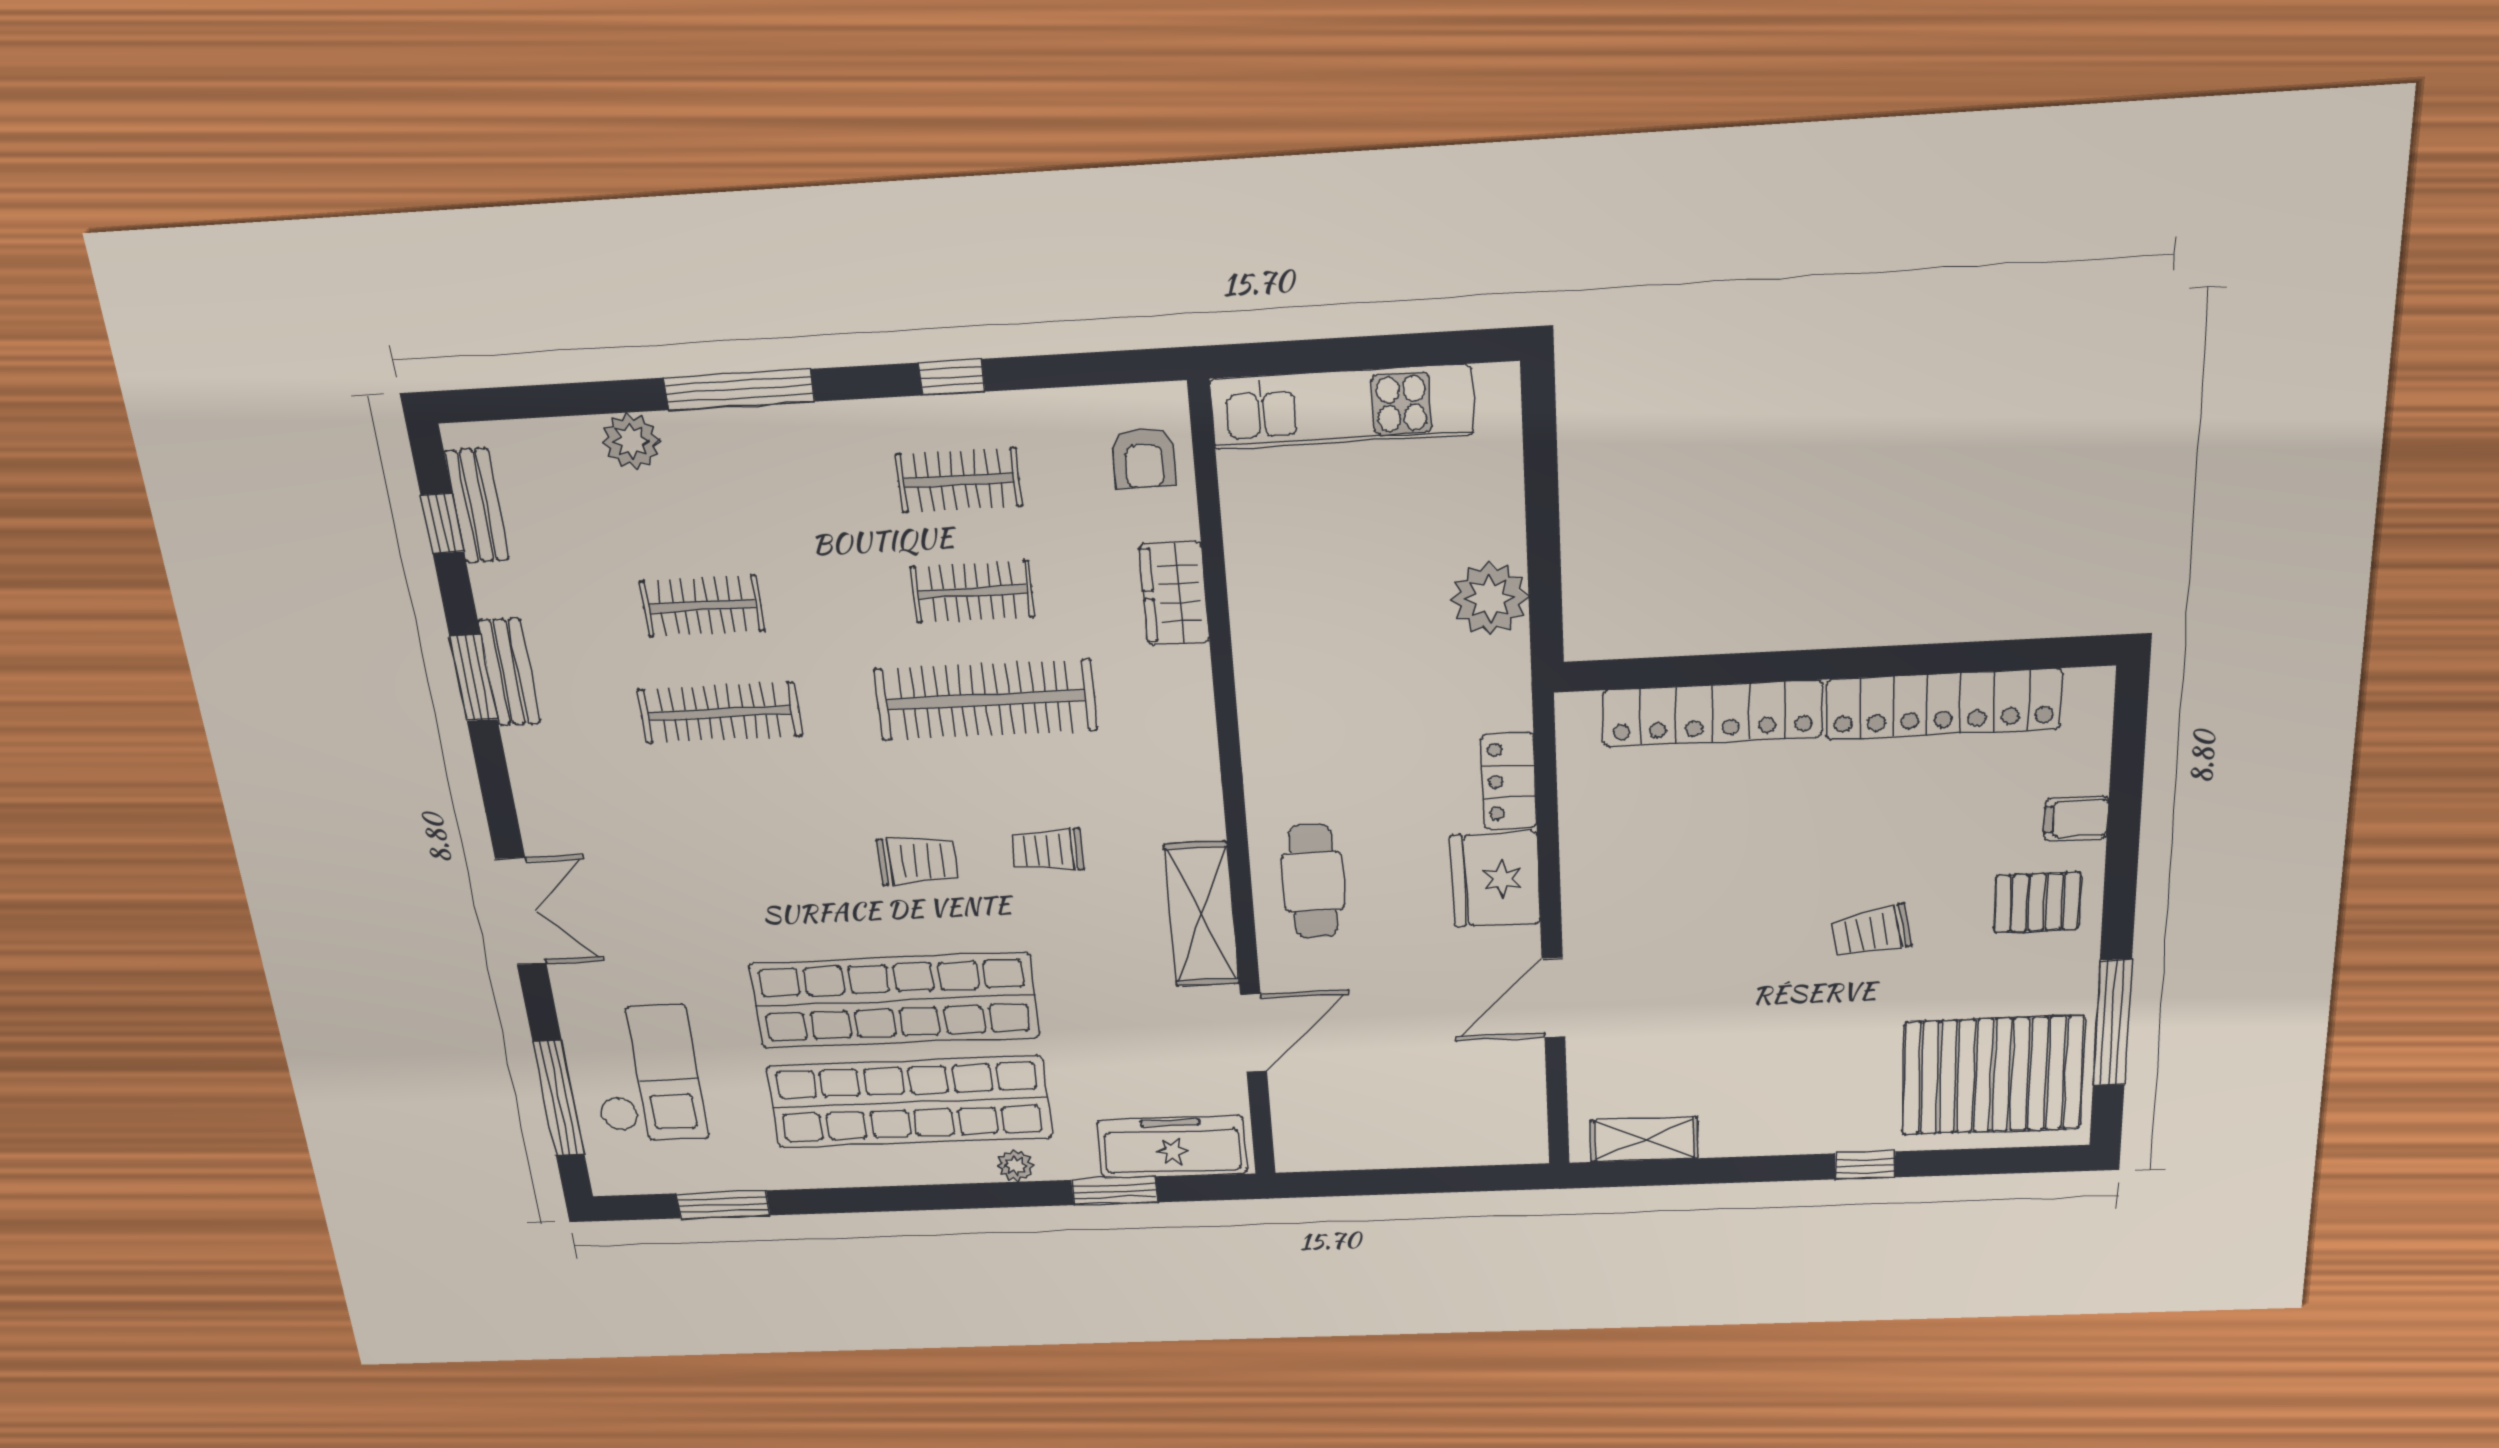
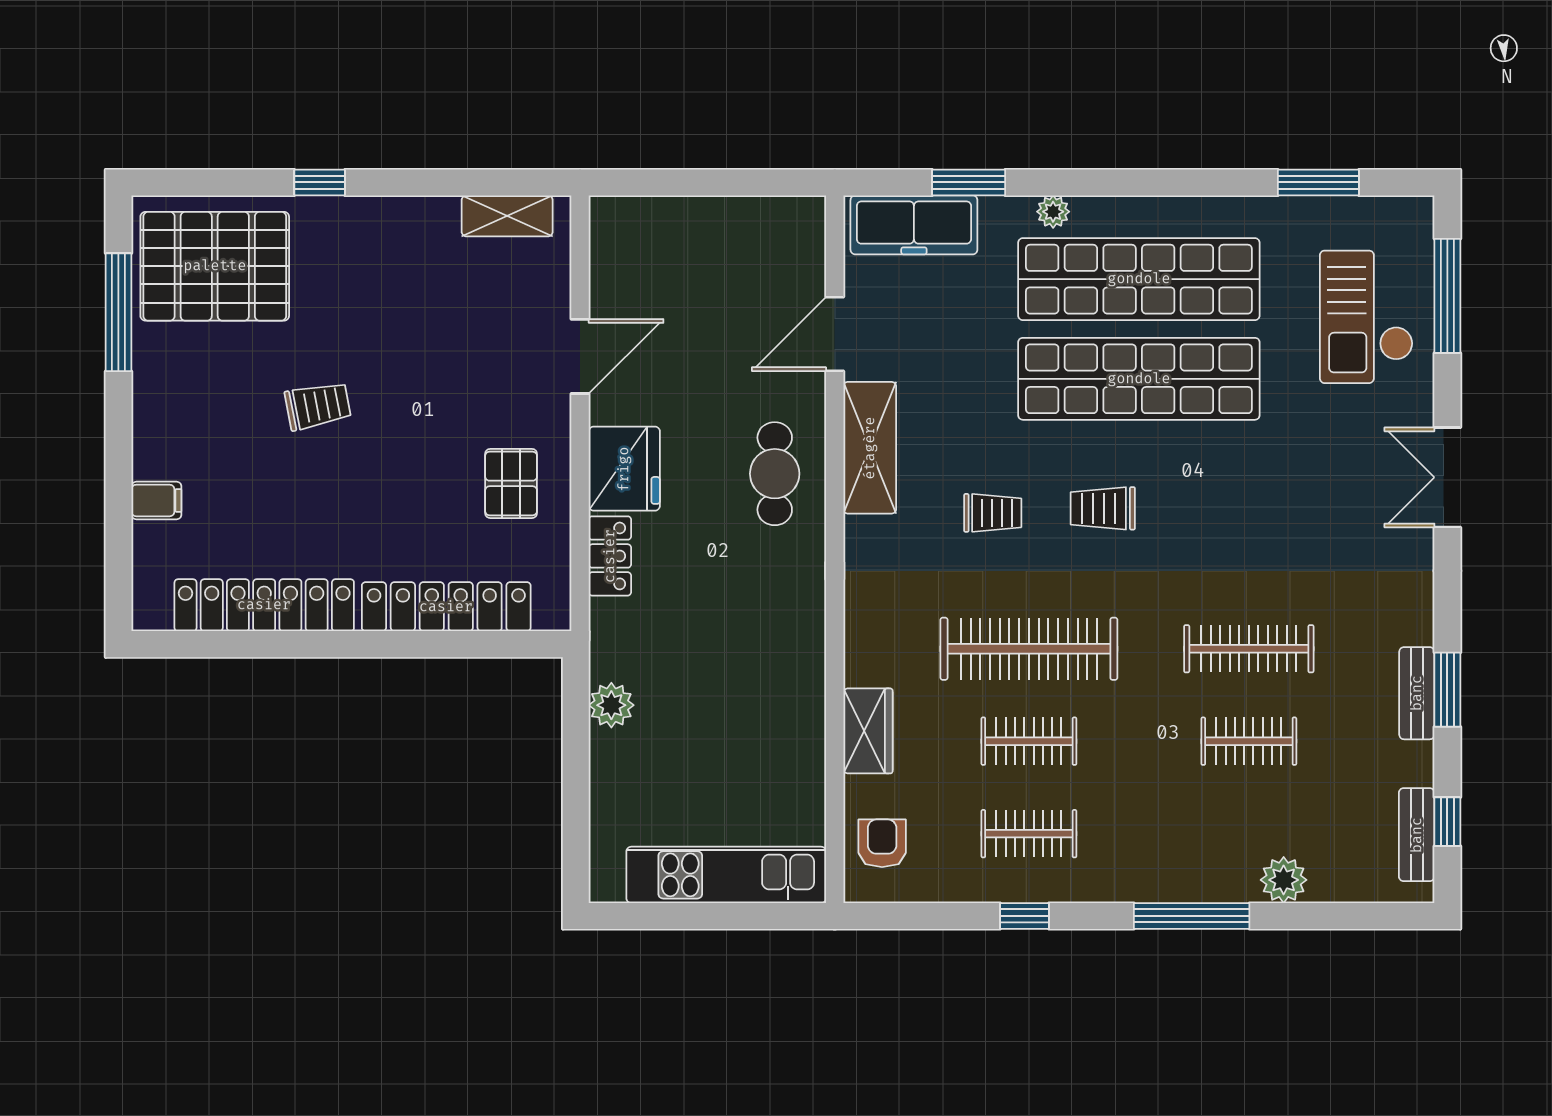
plant: (1489, 599) -> (611, 705), width x0.73, depth x0.73
pallet: (2037, 902) -> (511, 483), moved, turned 90

